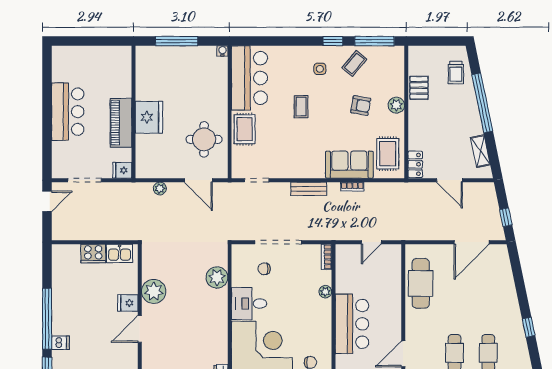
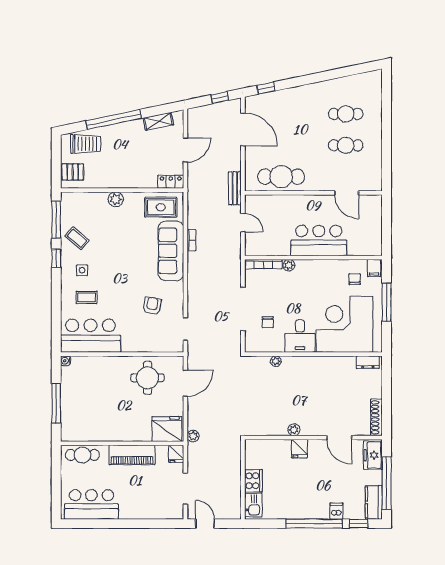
cafe table: (121, 69) -> (82, 455), added
trolley: (456, 73) -> (85, 144), width x1.36, depth x1.39
pallet: (419, 88) -> (73, 172), moved
armchair: (361, 105) -> (152, 306), moved
coffee table: (301, 107) -> (87, 297), moved
bar counter: (68, 112) -> (91, 504), moved
fridge: (149, 117) -> (167, 429), moved
rug: (245, 129) -> (138, 340), removed
sofa: (349, 165) -> (171, 251), width x1.36
plant: (160, 188) -> (193, 436), moved
bench: (309, 189) -> (235, 188), moved
kitchen sink: (120, 253) -> (253, 505), moved
bookcase: (326, 257) -> (263, 264), width x1.56
plant: (217, 277) -> (276, 361), width x0.53, depth x0.53
plant: (154, 291) -> (294, 430), width x0.53, depth x0.53
window: (529, 327) -> (266, 88), moved
door: (140, 329) -> (339, 438), moved

